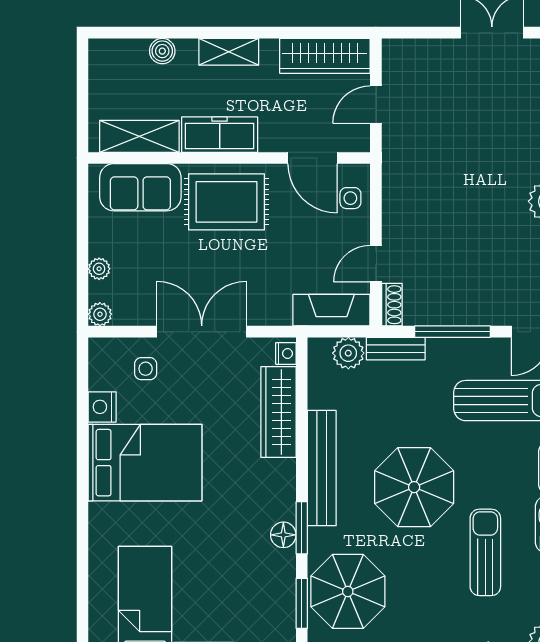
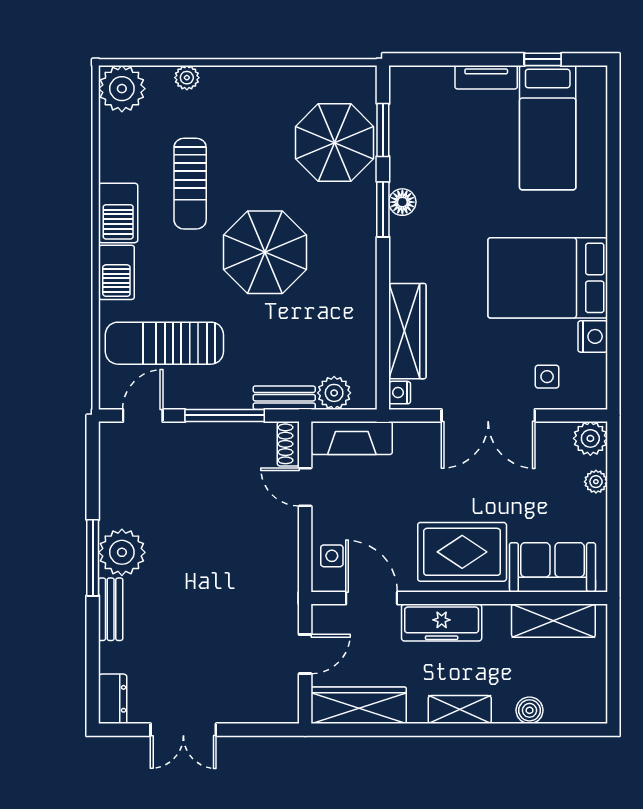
freezer: (220, 135) -> (442, 623), moved
door: (376, 264) -> (305, 487), swing flipped
plant: (100, 314) -> (590, 438), width x1.38, depth x1.38
bench: (322, 468) -> (362, 272), removed

